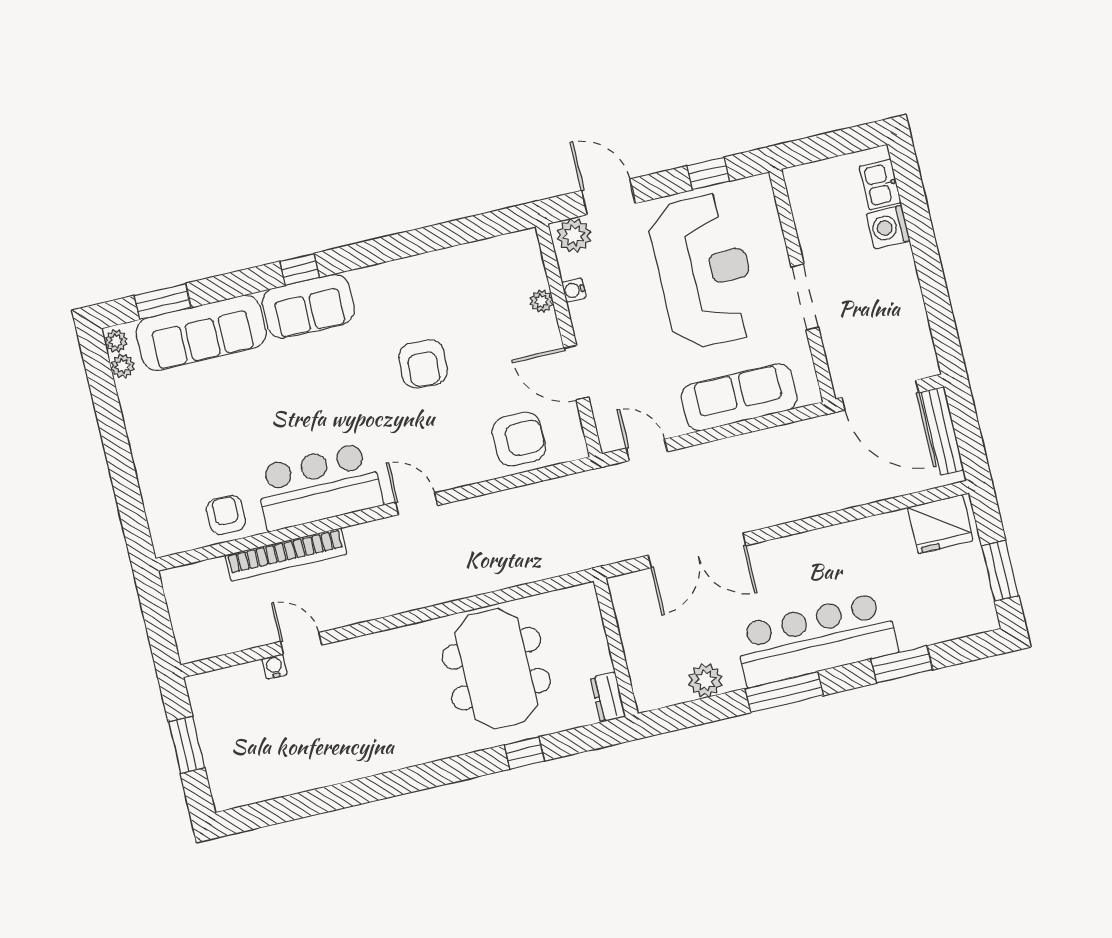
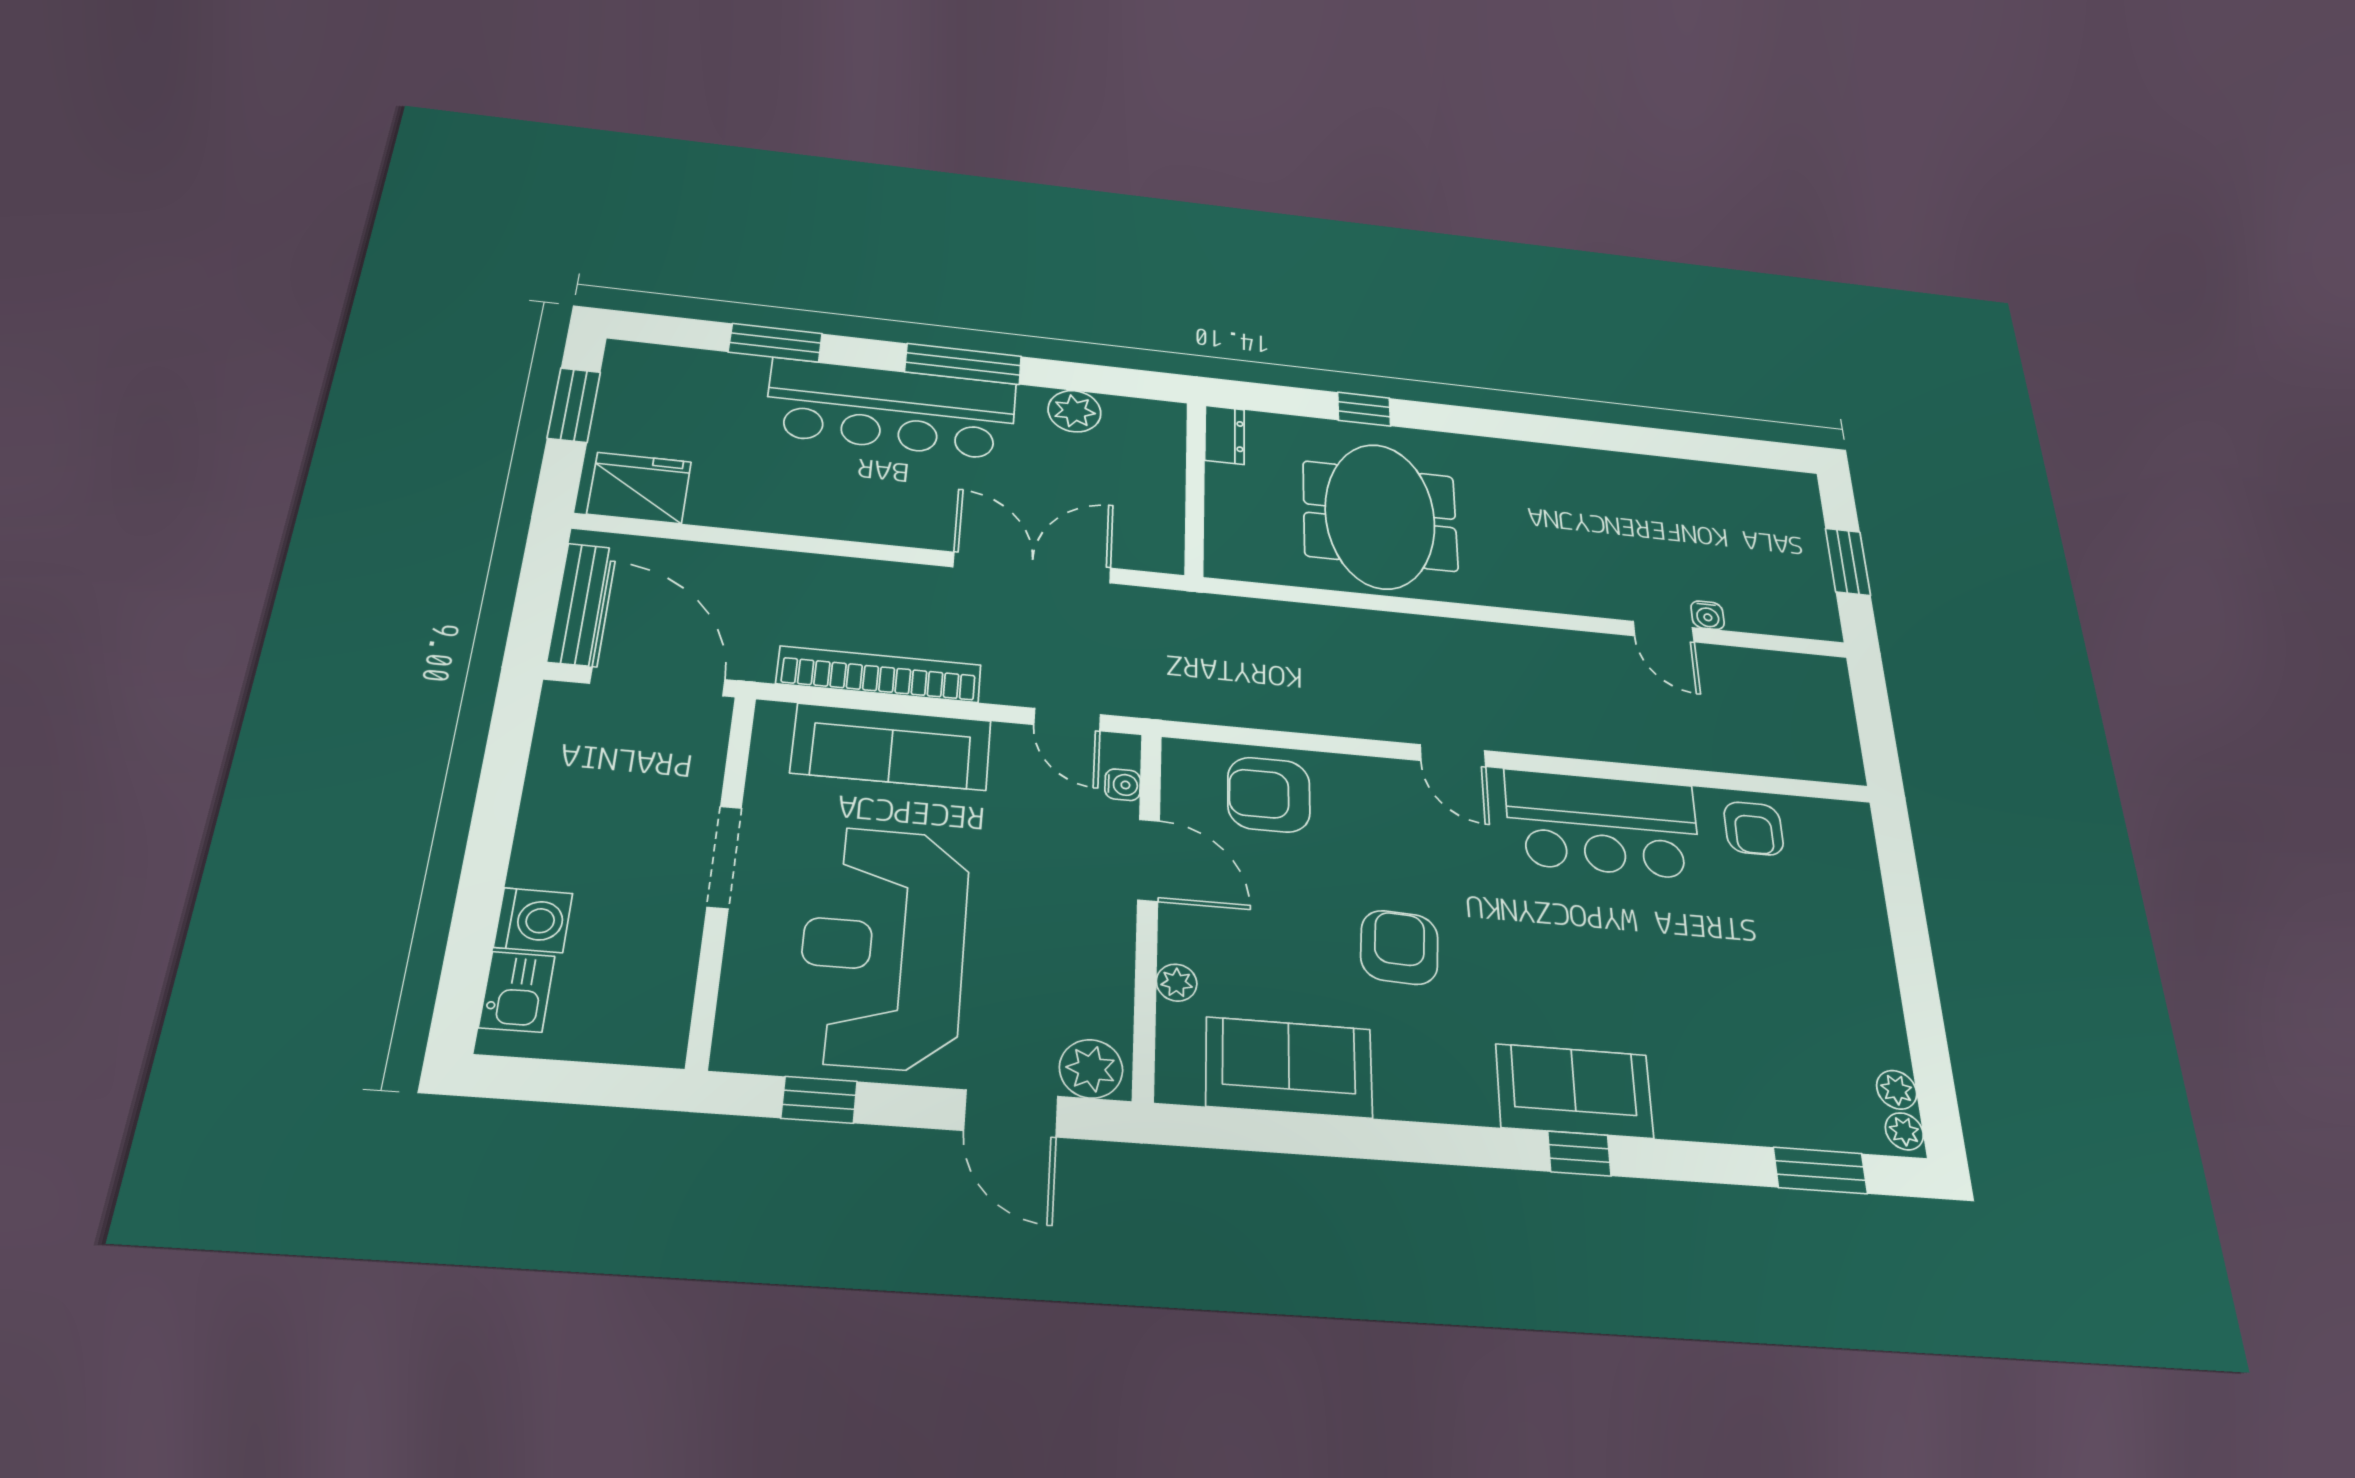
water cooler: (574, 290) -> (1123, 785), moved
sofa: (201, 333) -> (1289, 1067), moved, width x0.73
bookcase: (286, 555) -> (879, 674), moved

